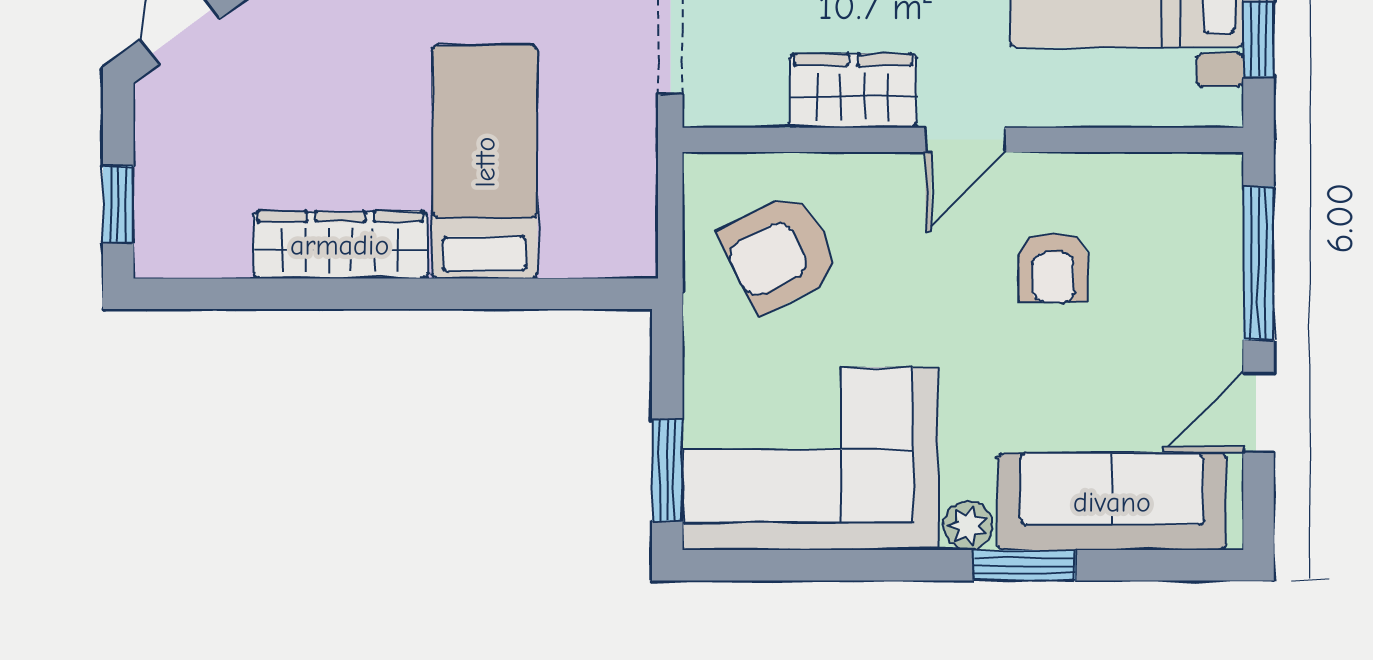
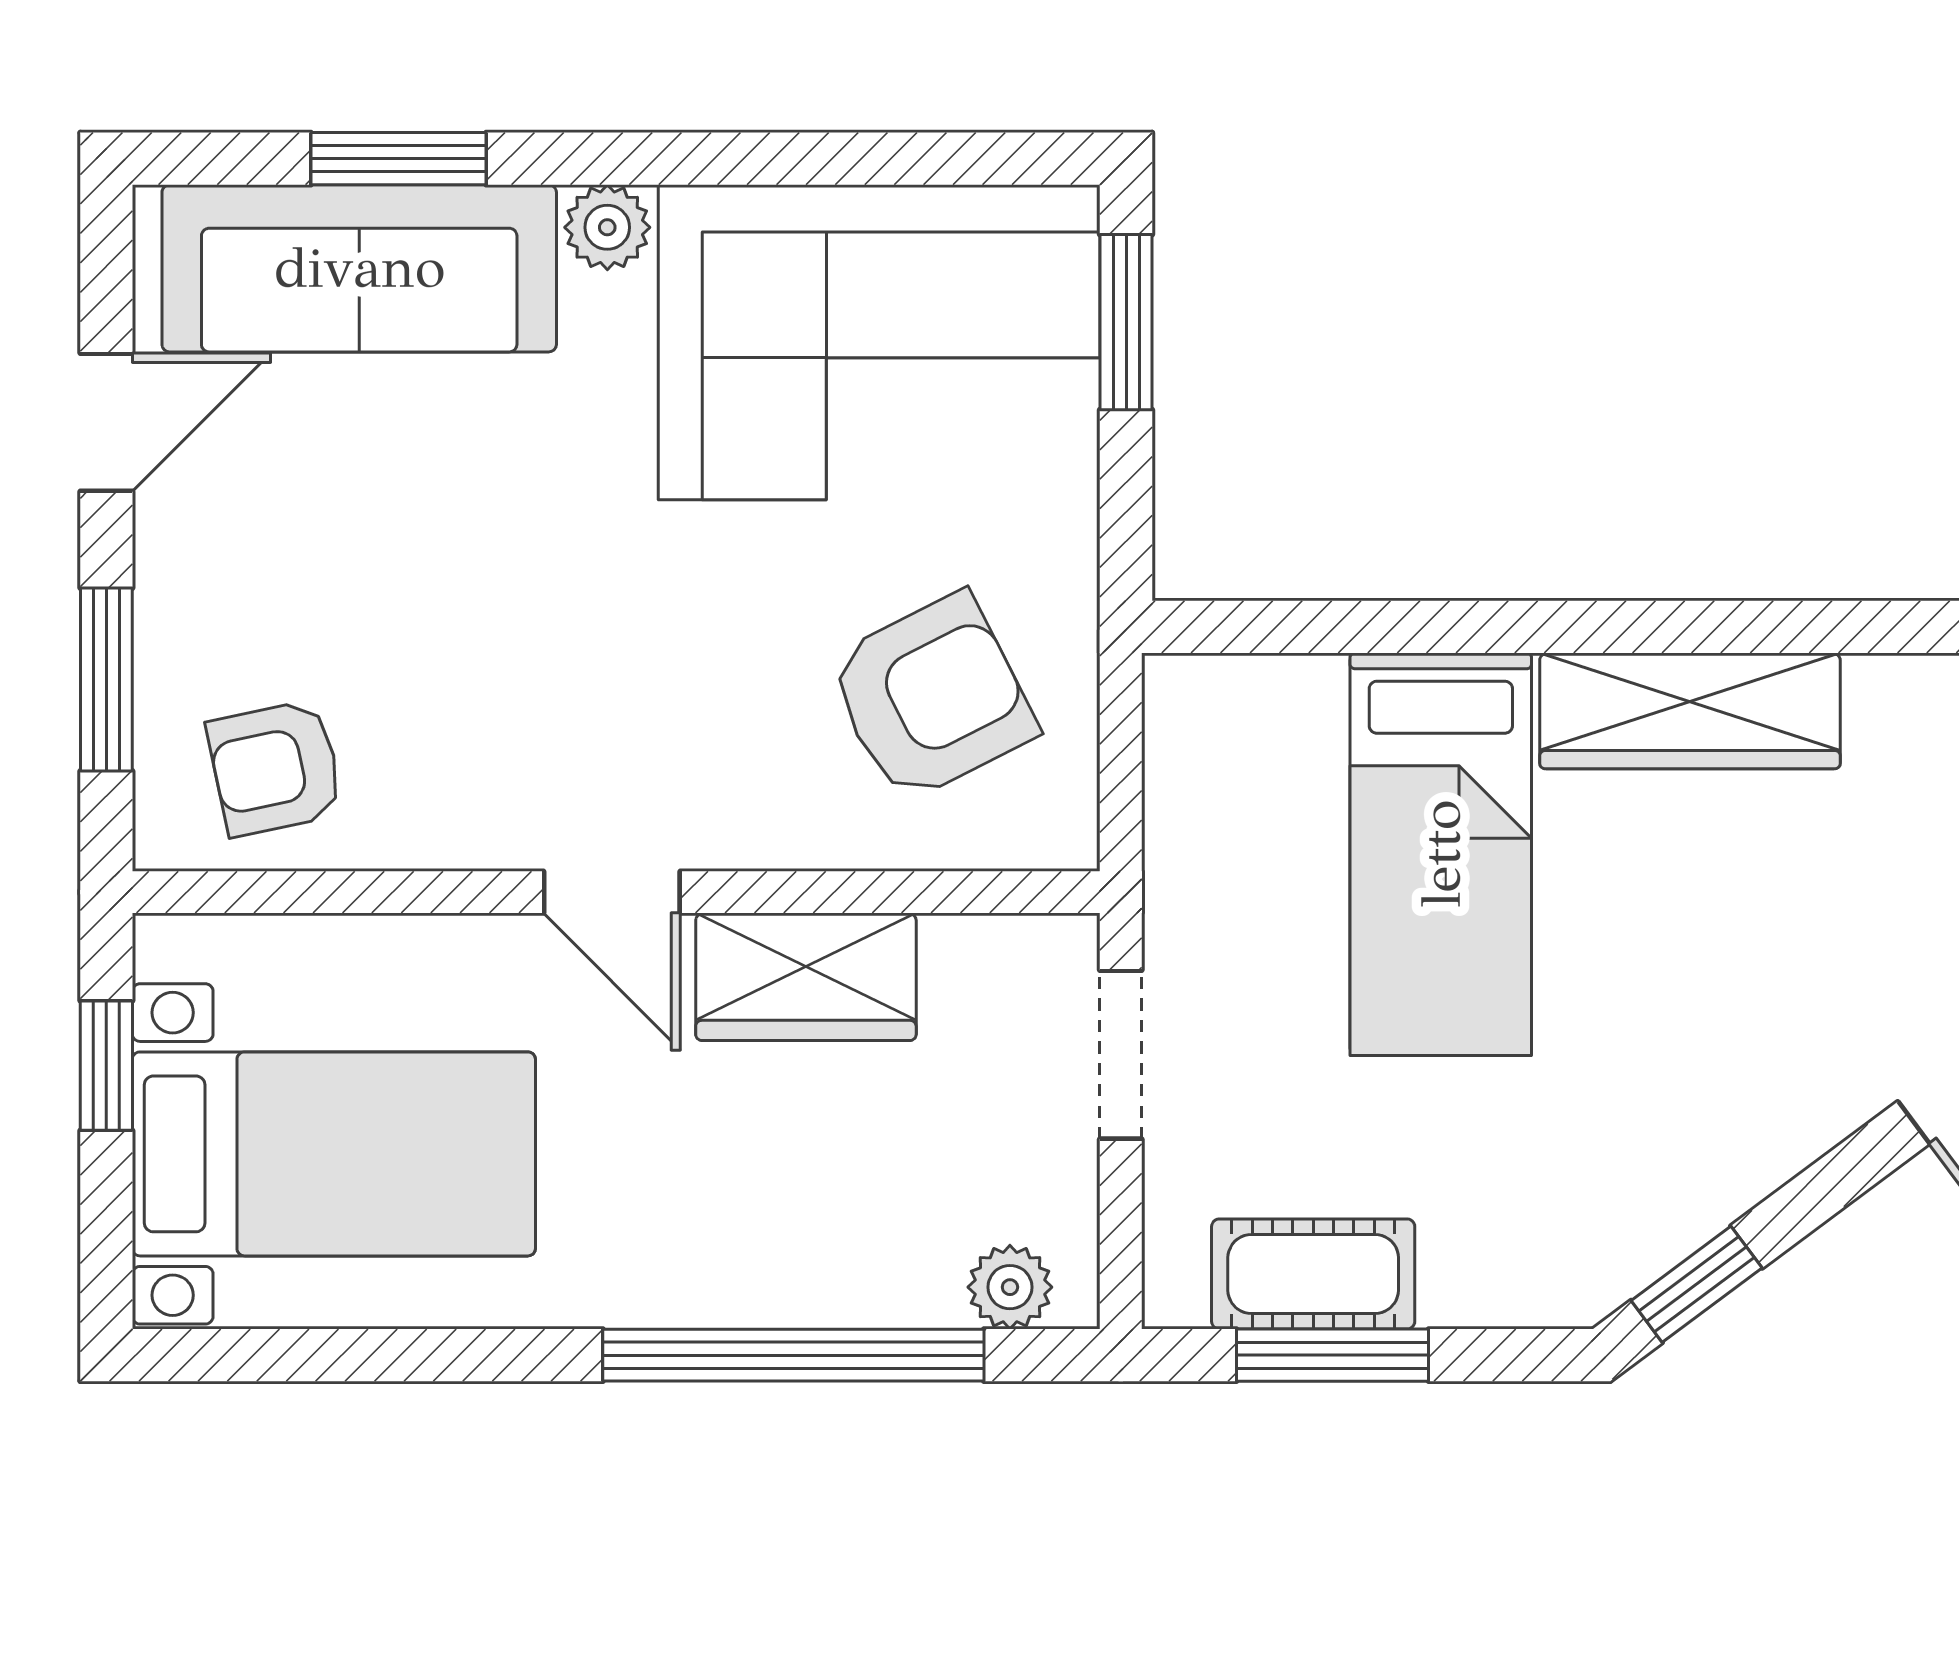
door: (965, 140) -> (612, 892), swing flipped
window: (1259, 263) -> (106, 679), width x0.69
armchair: (1053, 268) -> (275, 768), moved, turned -102
window: (1024, 565) -> (399, 159), moved

